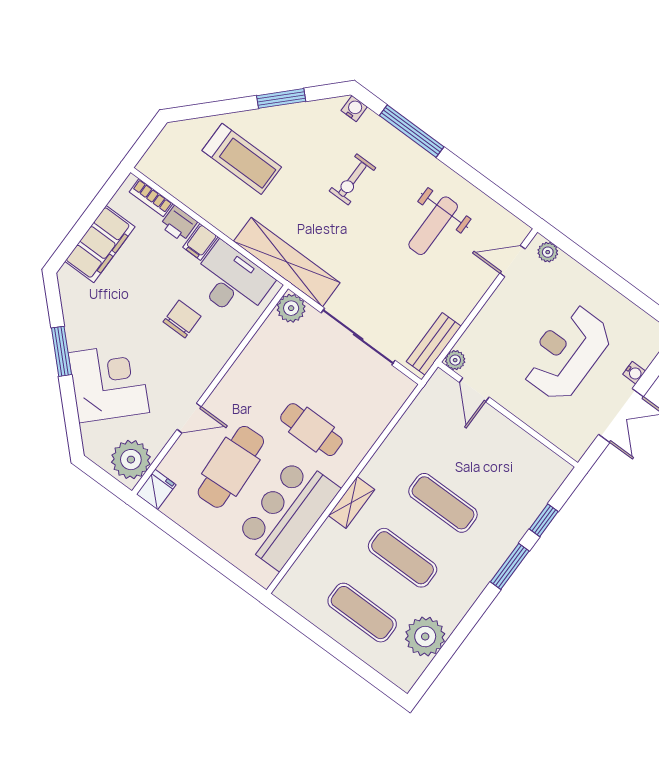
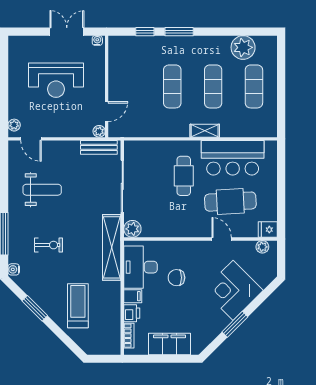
water cooler: (634, 373) -> (97, 41), moved
plant: (131, 460) -> (262, 247), width x0.53, depth x0.53

